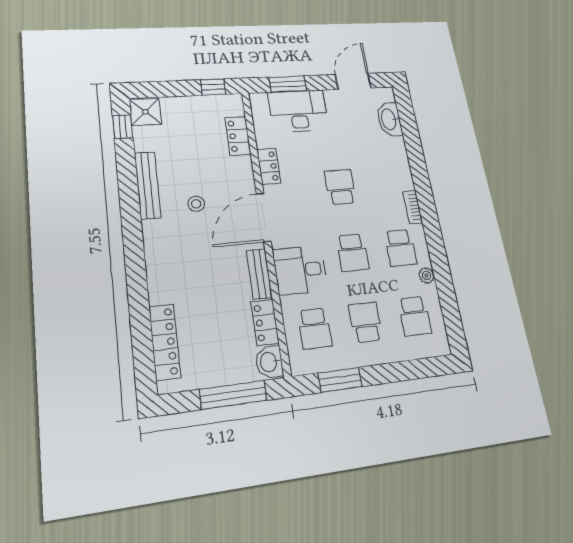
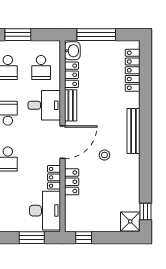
desk: (298, 111) -> (45, 211), moved, turned -90
locker: (238, 136) -> (72, 182), moved
bench: (148, 185) -> (134, 131), moved
school desk: (315, 328) -> (41, 67), turned 180
window: (340, 380) -> (18, 35), moved

